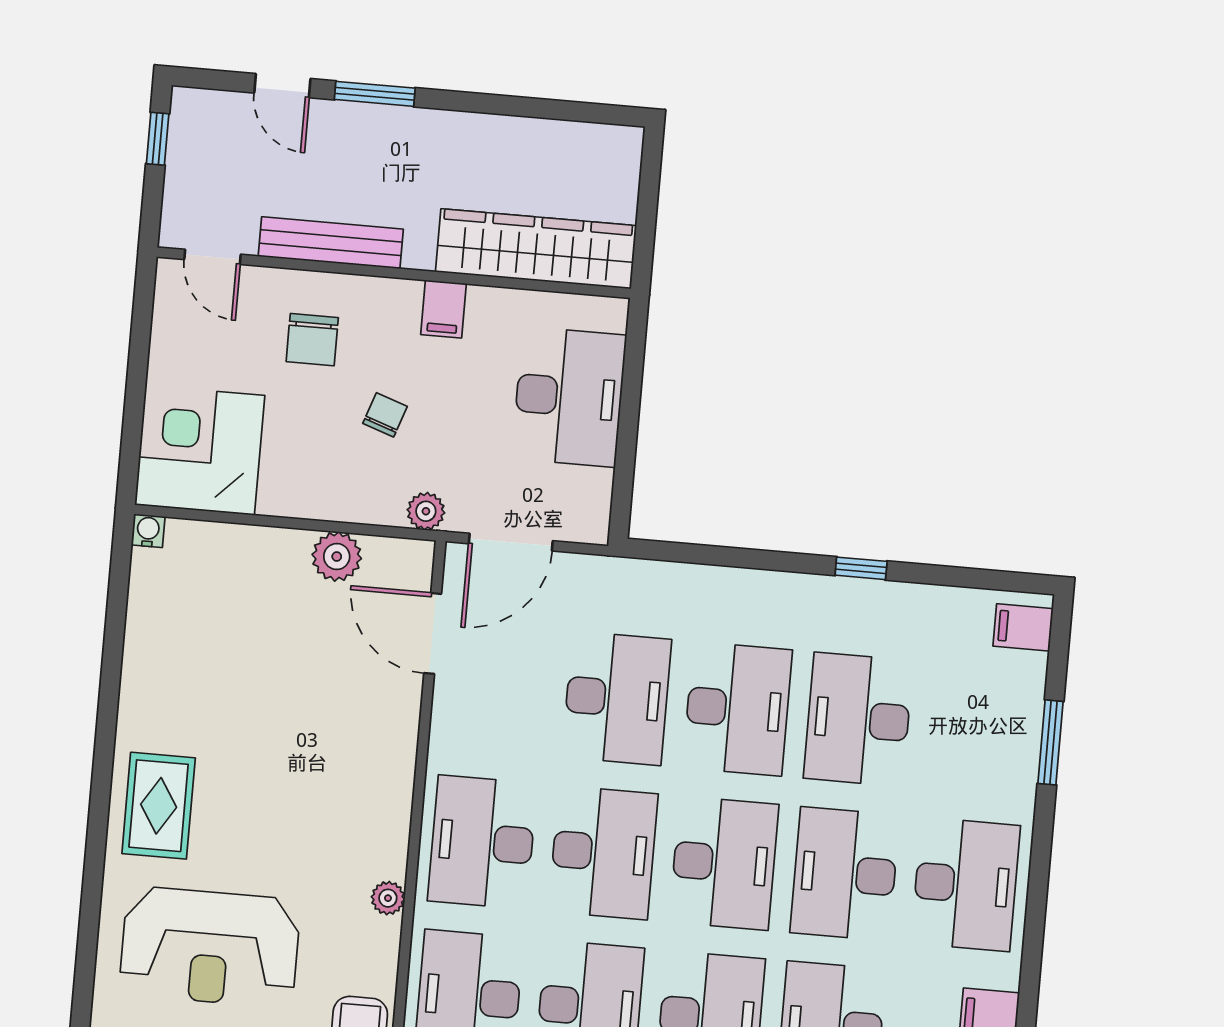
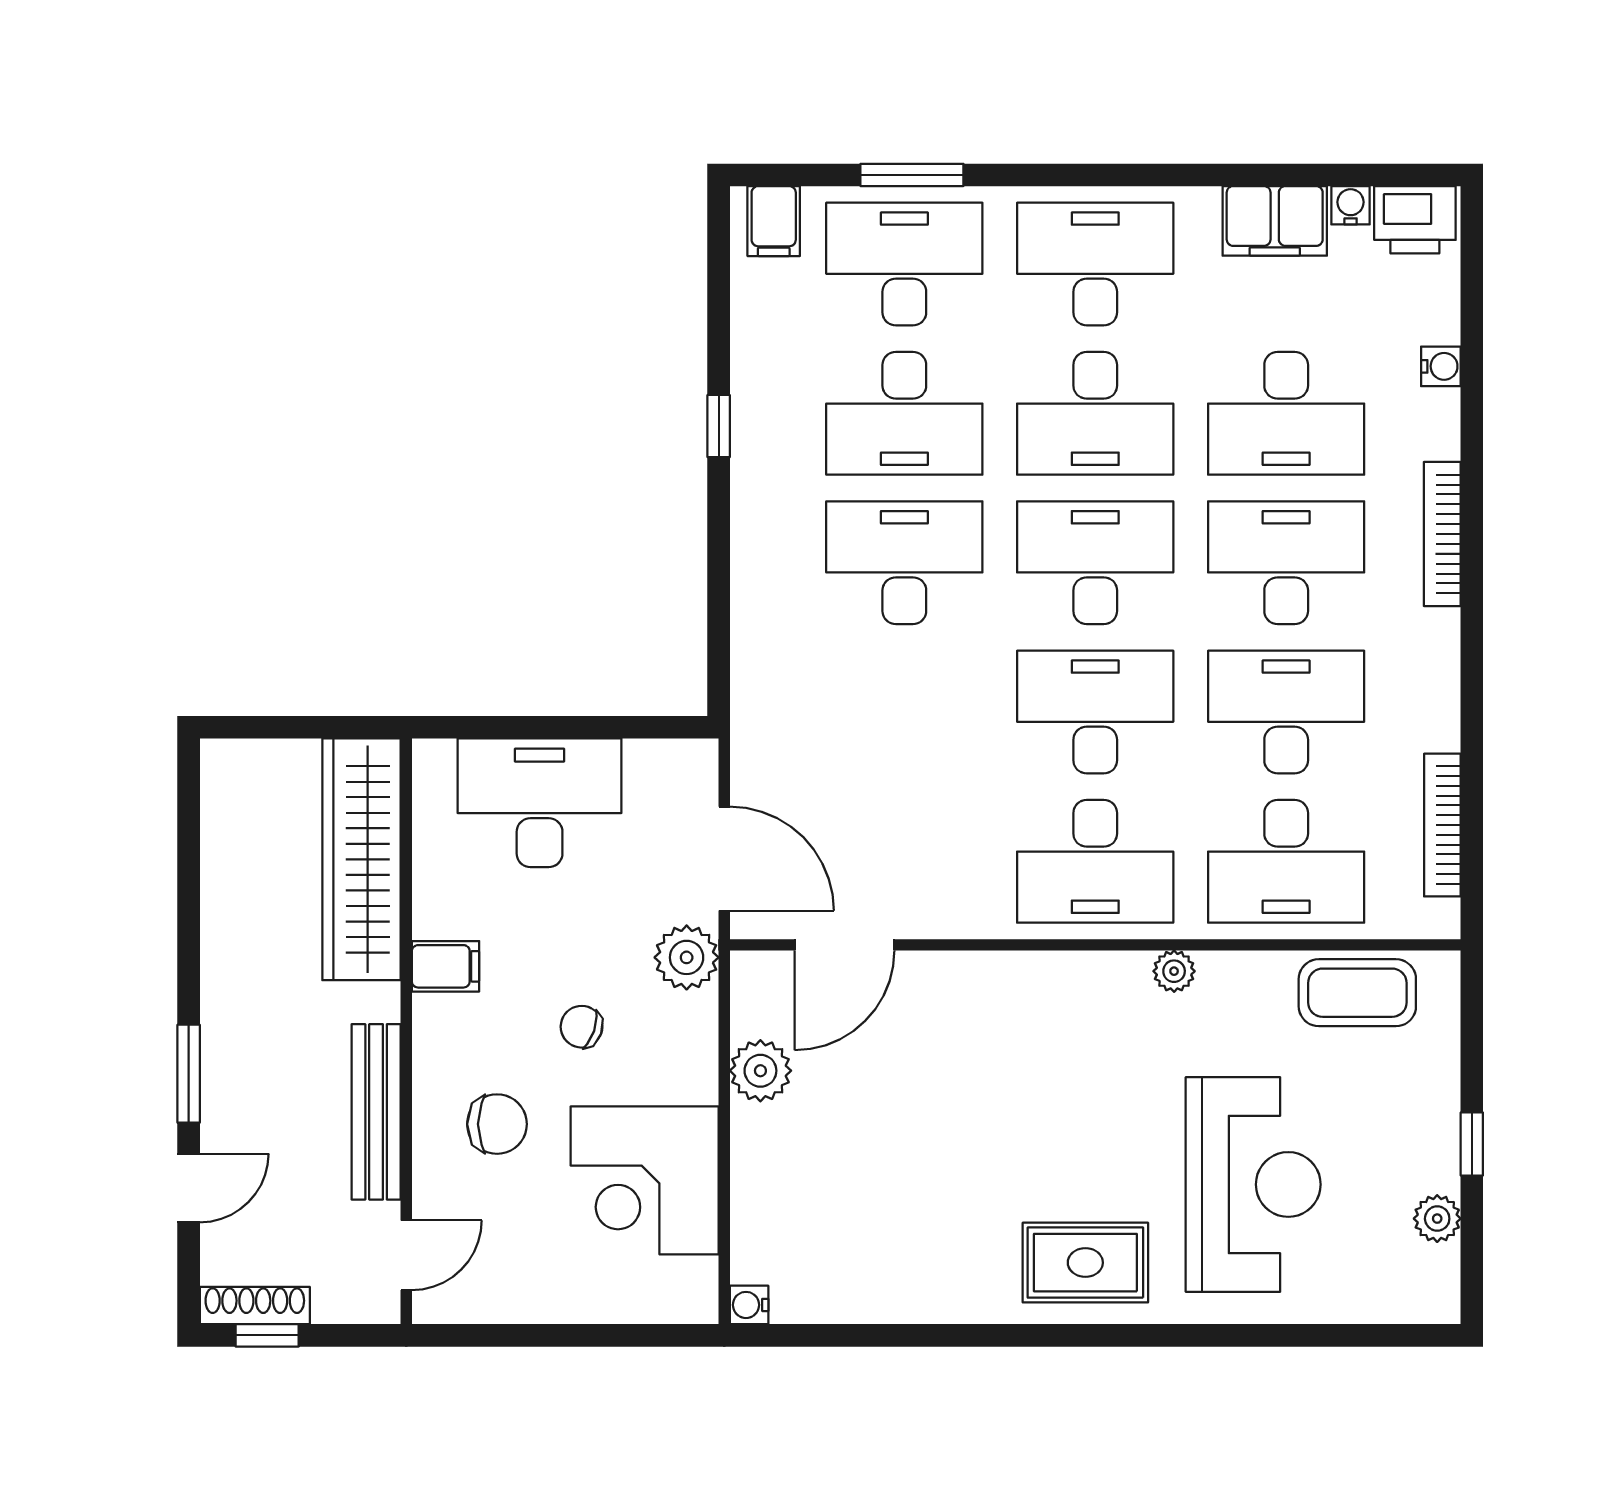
shoe rack: (183, 131) -> (255, 1306), added
corner desk: (200, 450) -> (645, 1180), moved
plant: (426, 511) -> (687, 957), width x1.38, depth x1.38
desk: (617, 698) -> (904, 264), moved

